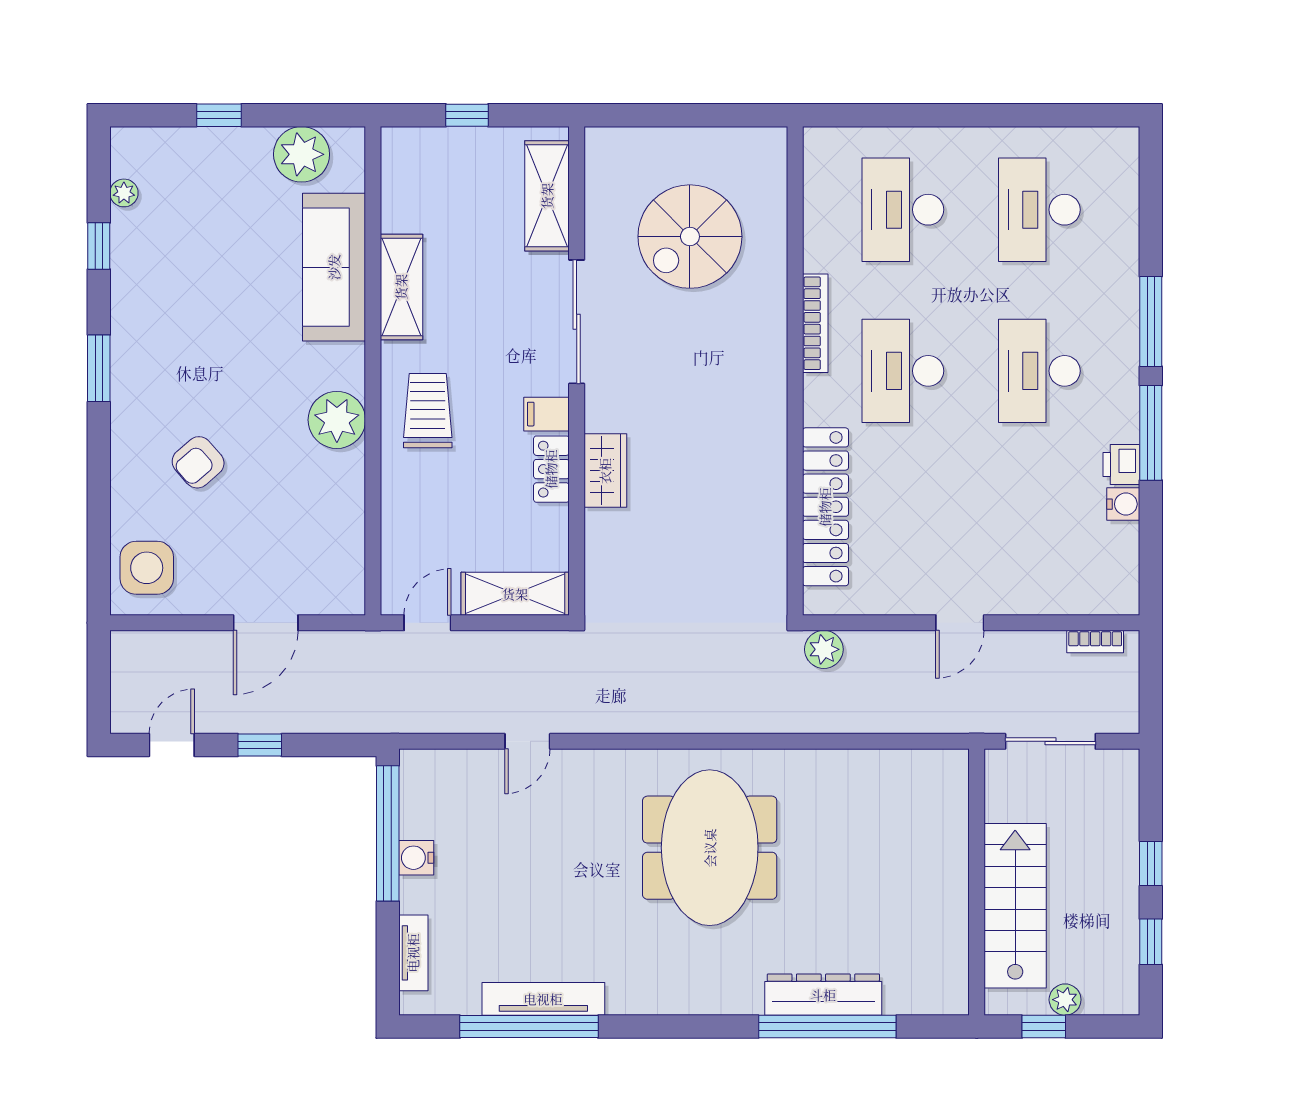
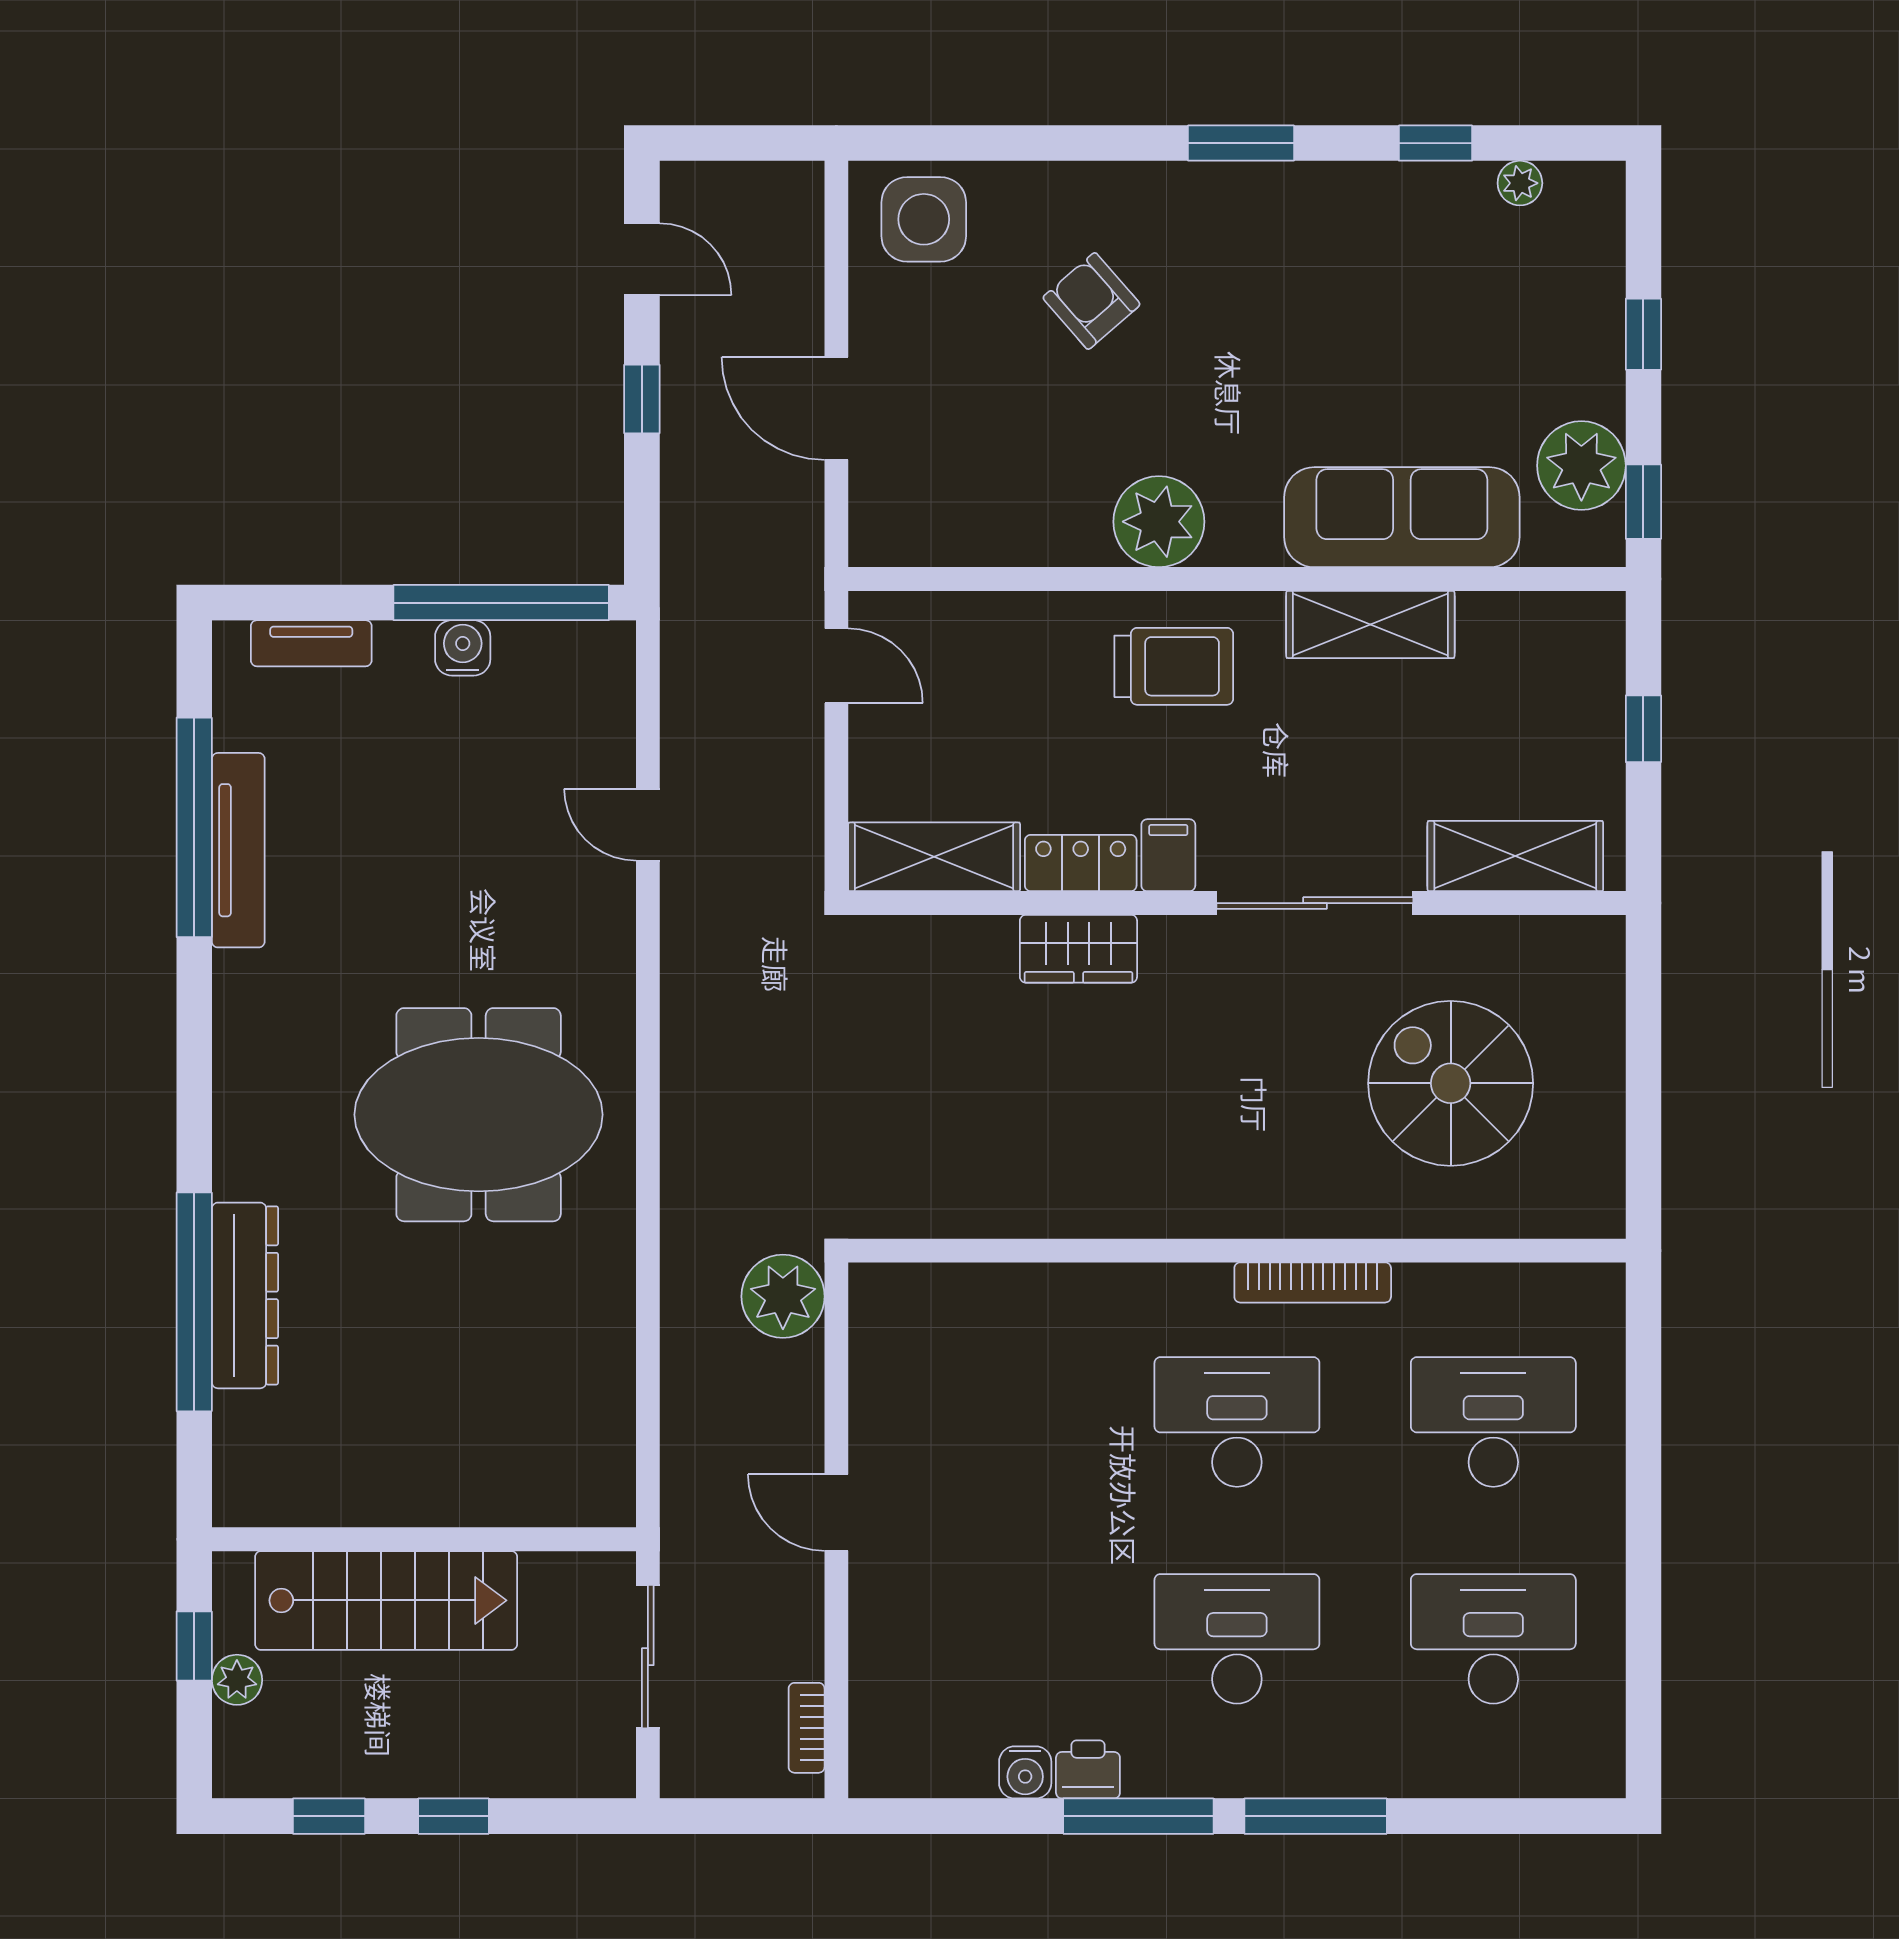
window: (324, 115) -> (1643, 502), added
locker: (825, 507) -> (1021, 1299), removed
shelving: (515, 594) -> (934, 857), moved, turned 90
plant: (824, 649) -> (783, 1296), width x1.36, depth x1.36

